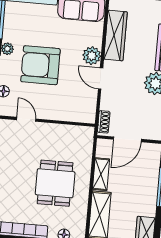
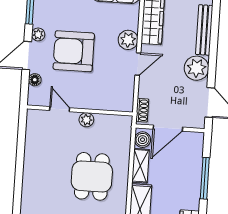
door: (101, 79) -> (138, 64), swing flipped
plant: (51, 130) -> (86, 120), added
boiler: (103, 150) -> (143, 140), added

